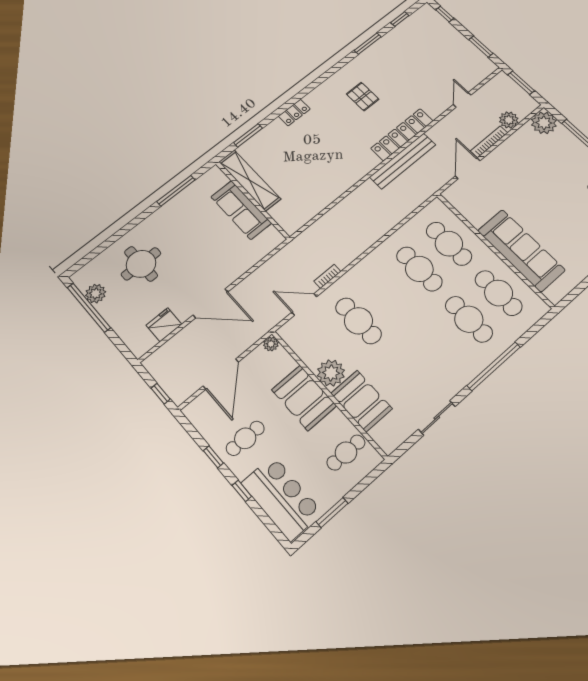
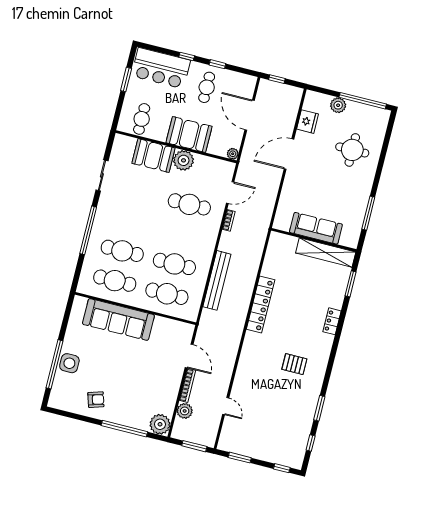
locker: (402, 135) -> (261, 305), moved
bench: (403, 161) -> (217, 280), moved
plant: (96, 294) -> (338, 105), moved

